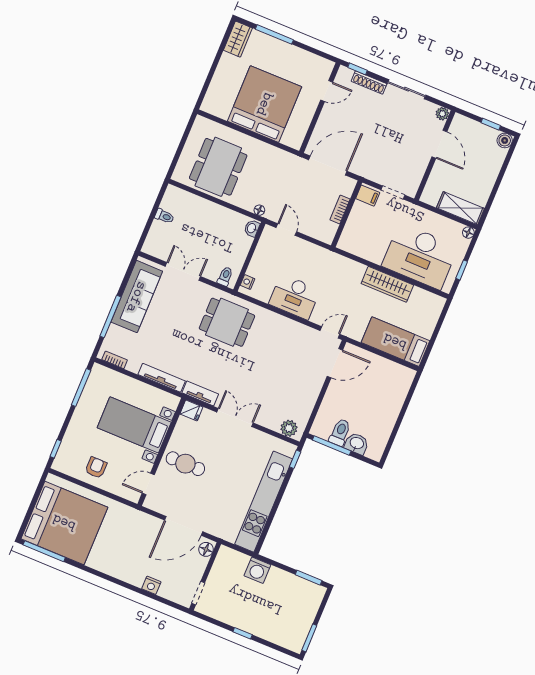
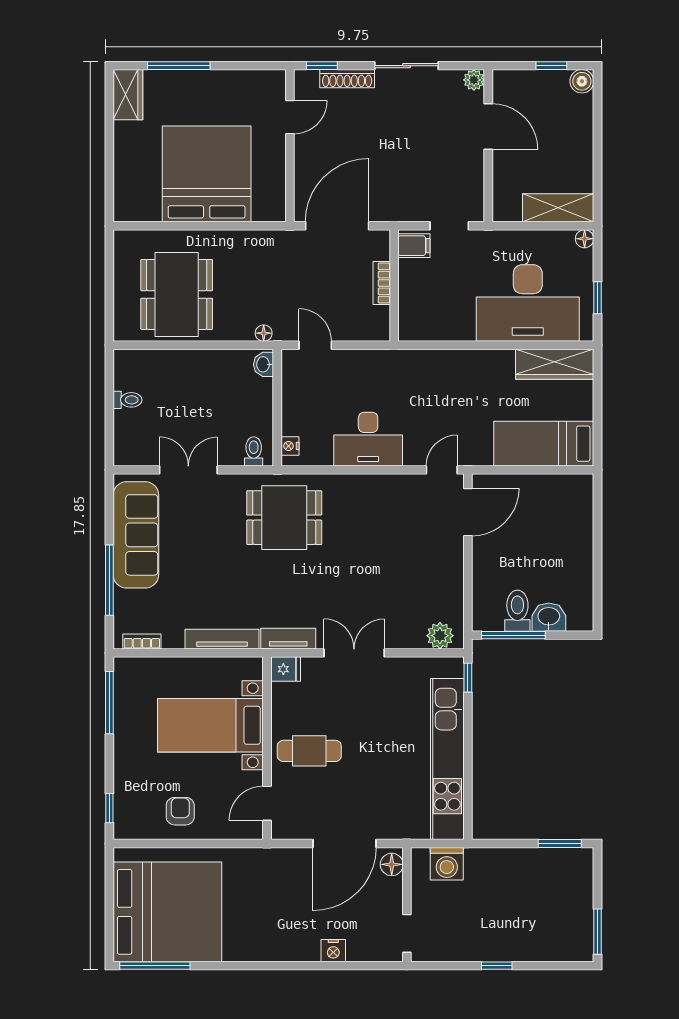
wardrobe: (387, 284) -> (555, 364), moved
washing machine: (257, 570) -> (447, 864), moved

